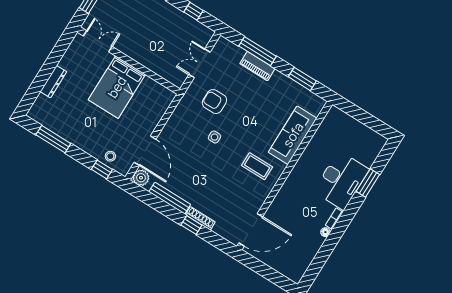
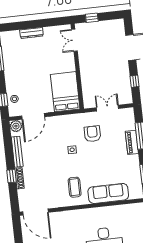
double door: (98, 41) -> (74, 40), swing flipped
bed: (117, 87) -> (65, 92), moved, turned 90

